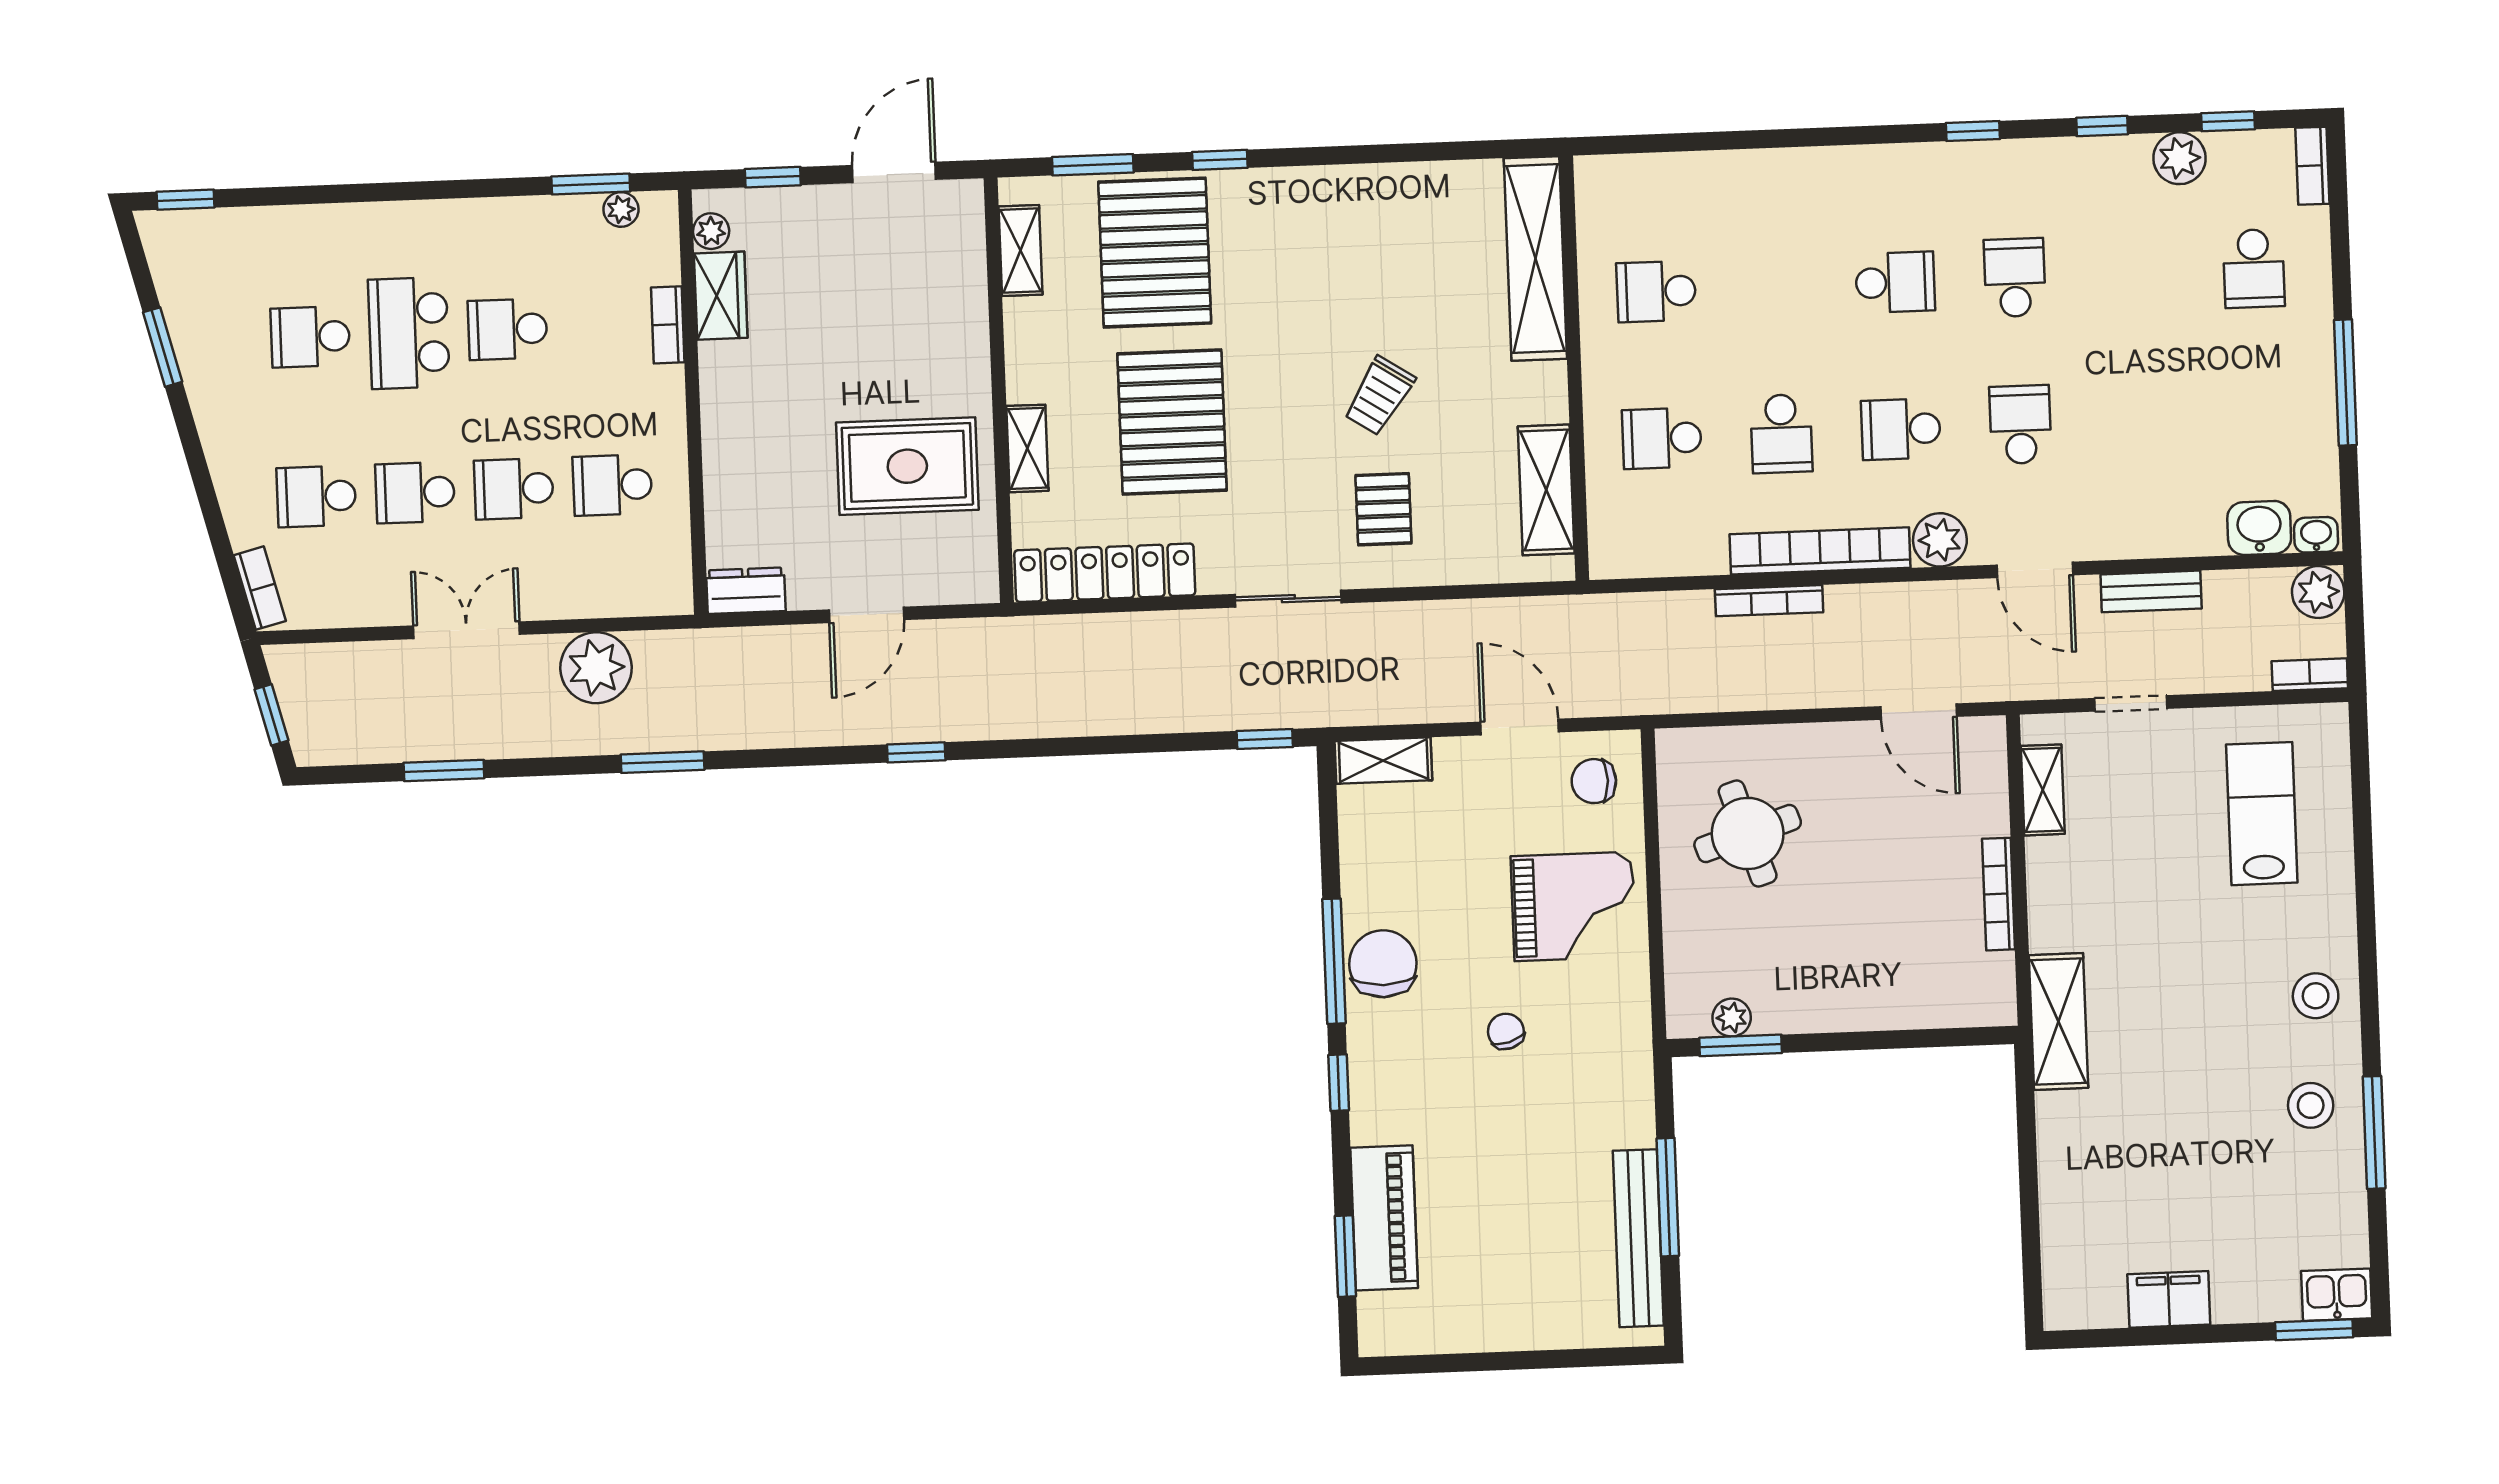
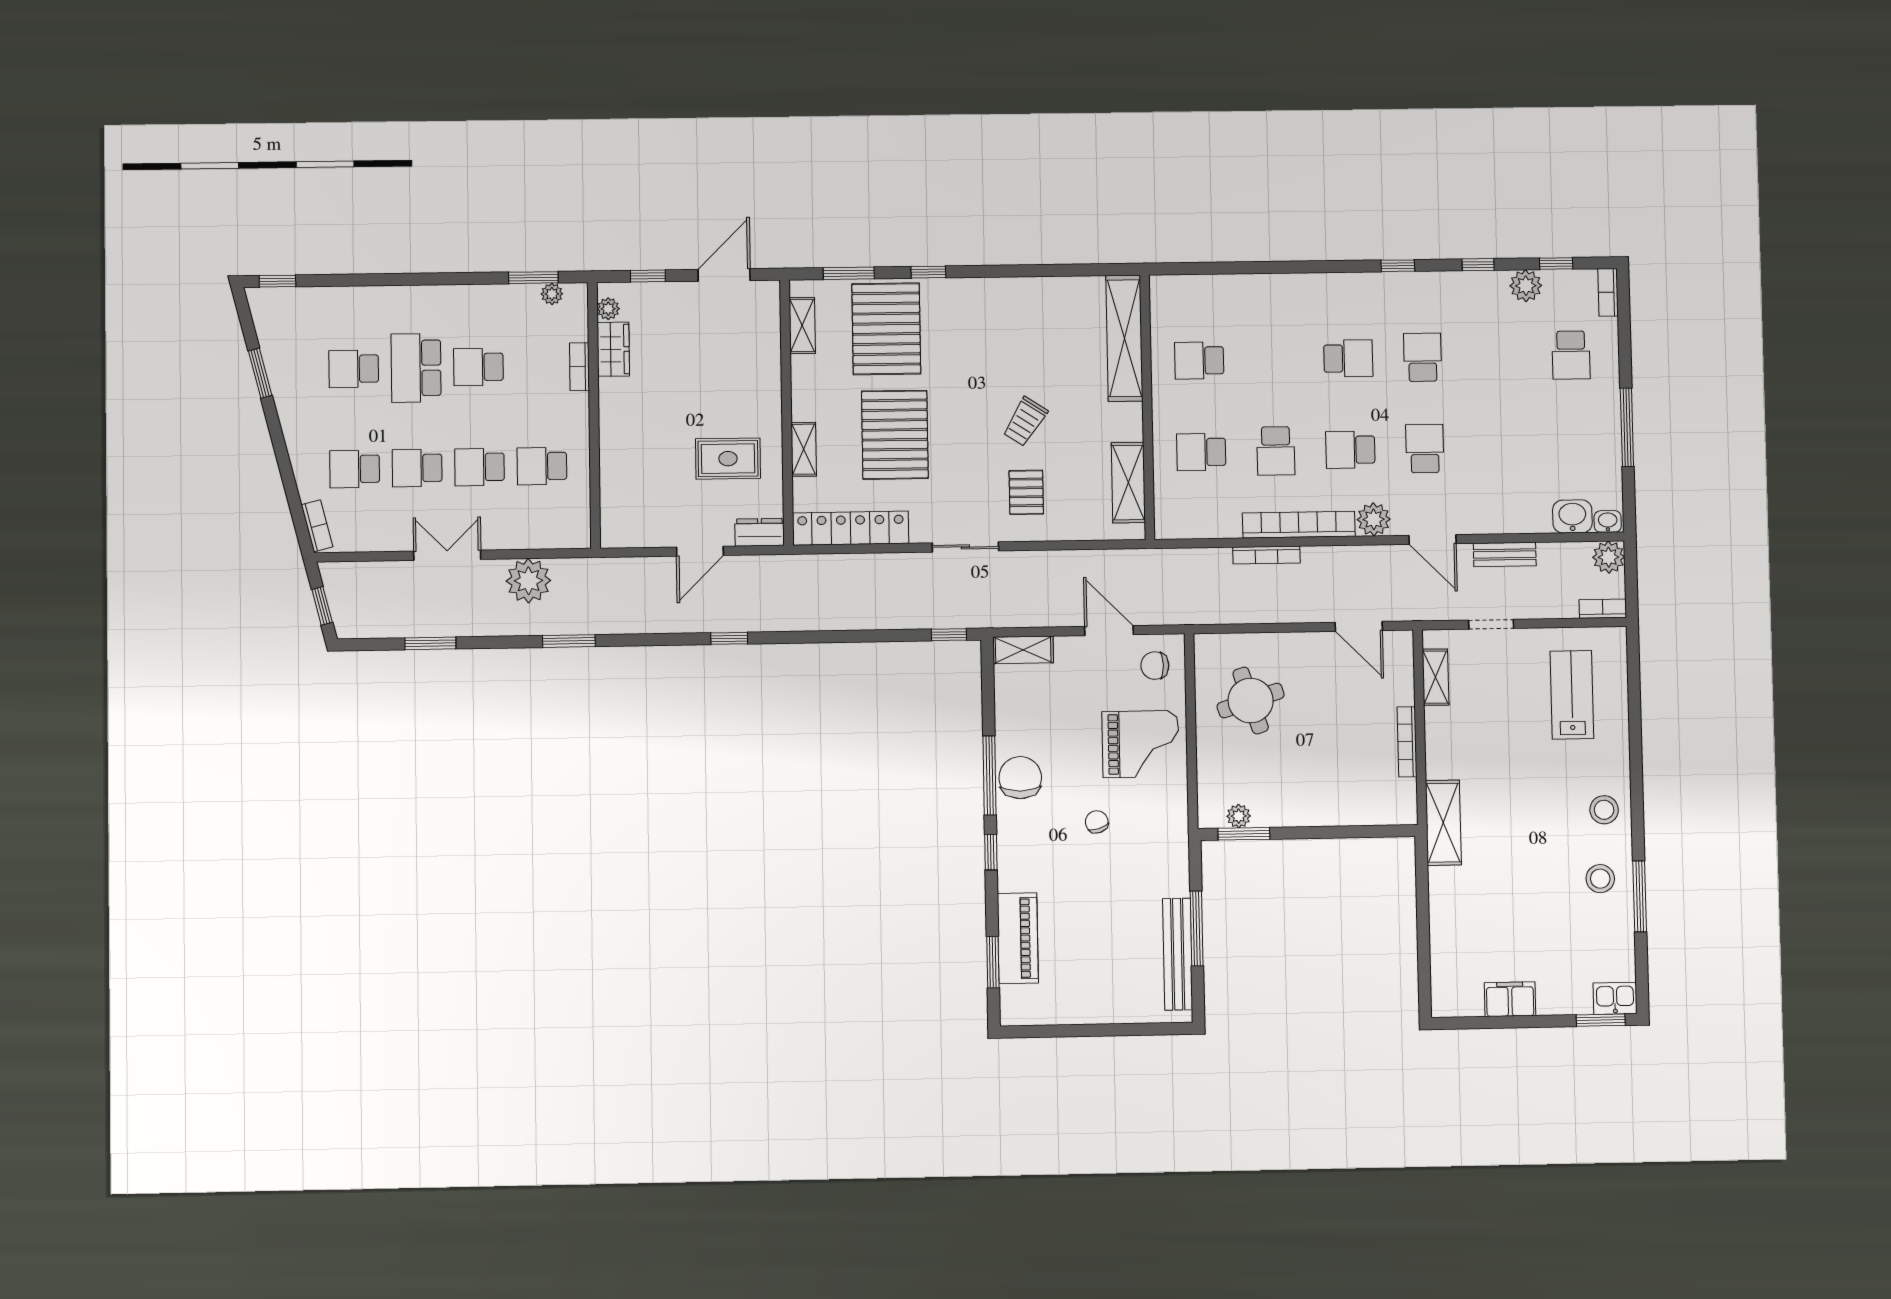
rug: (907, 466) -> (728, 459), width x0.73, depth x0.70
dresser: (746, 591) -> (760, 532), moved

